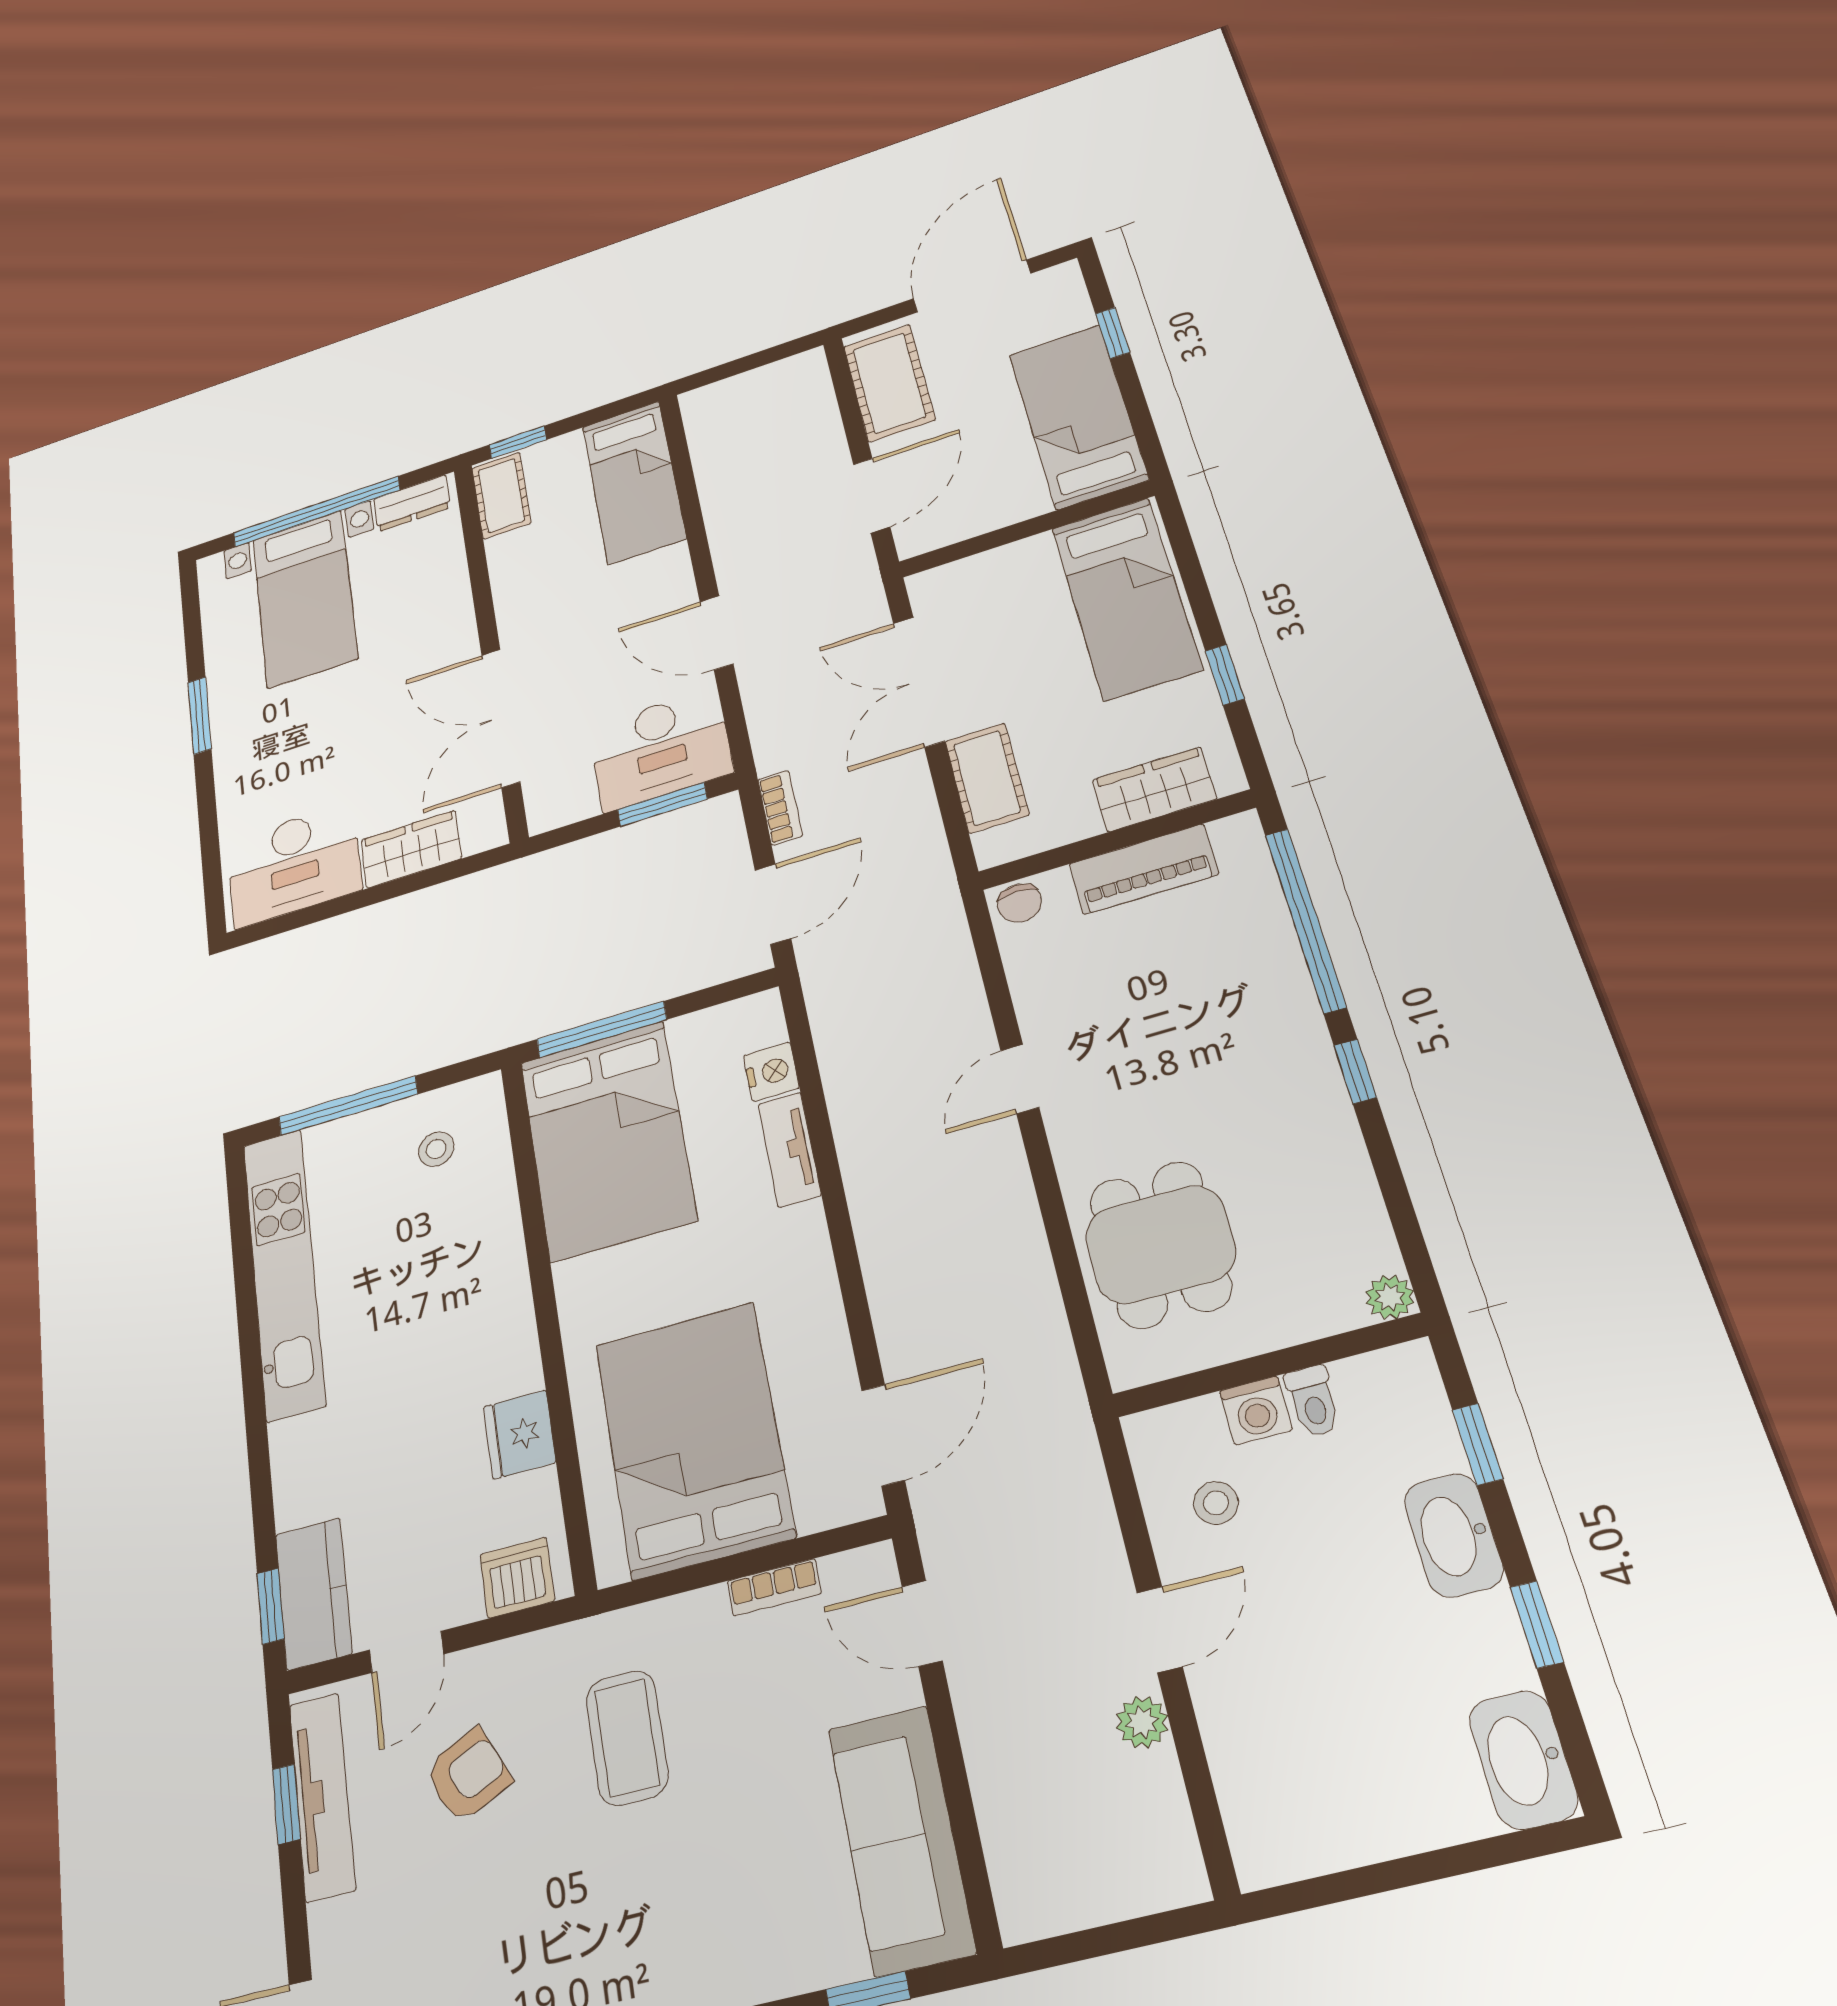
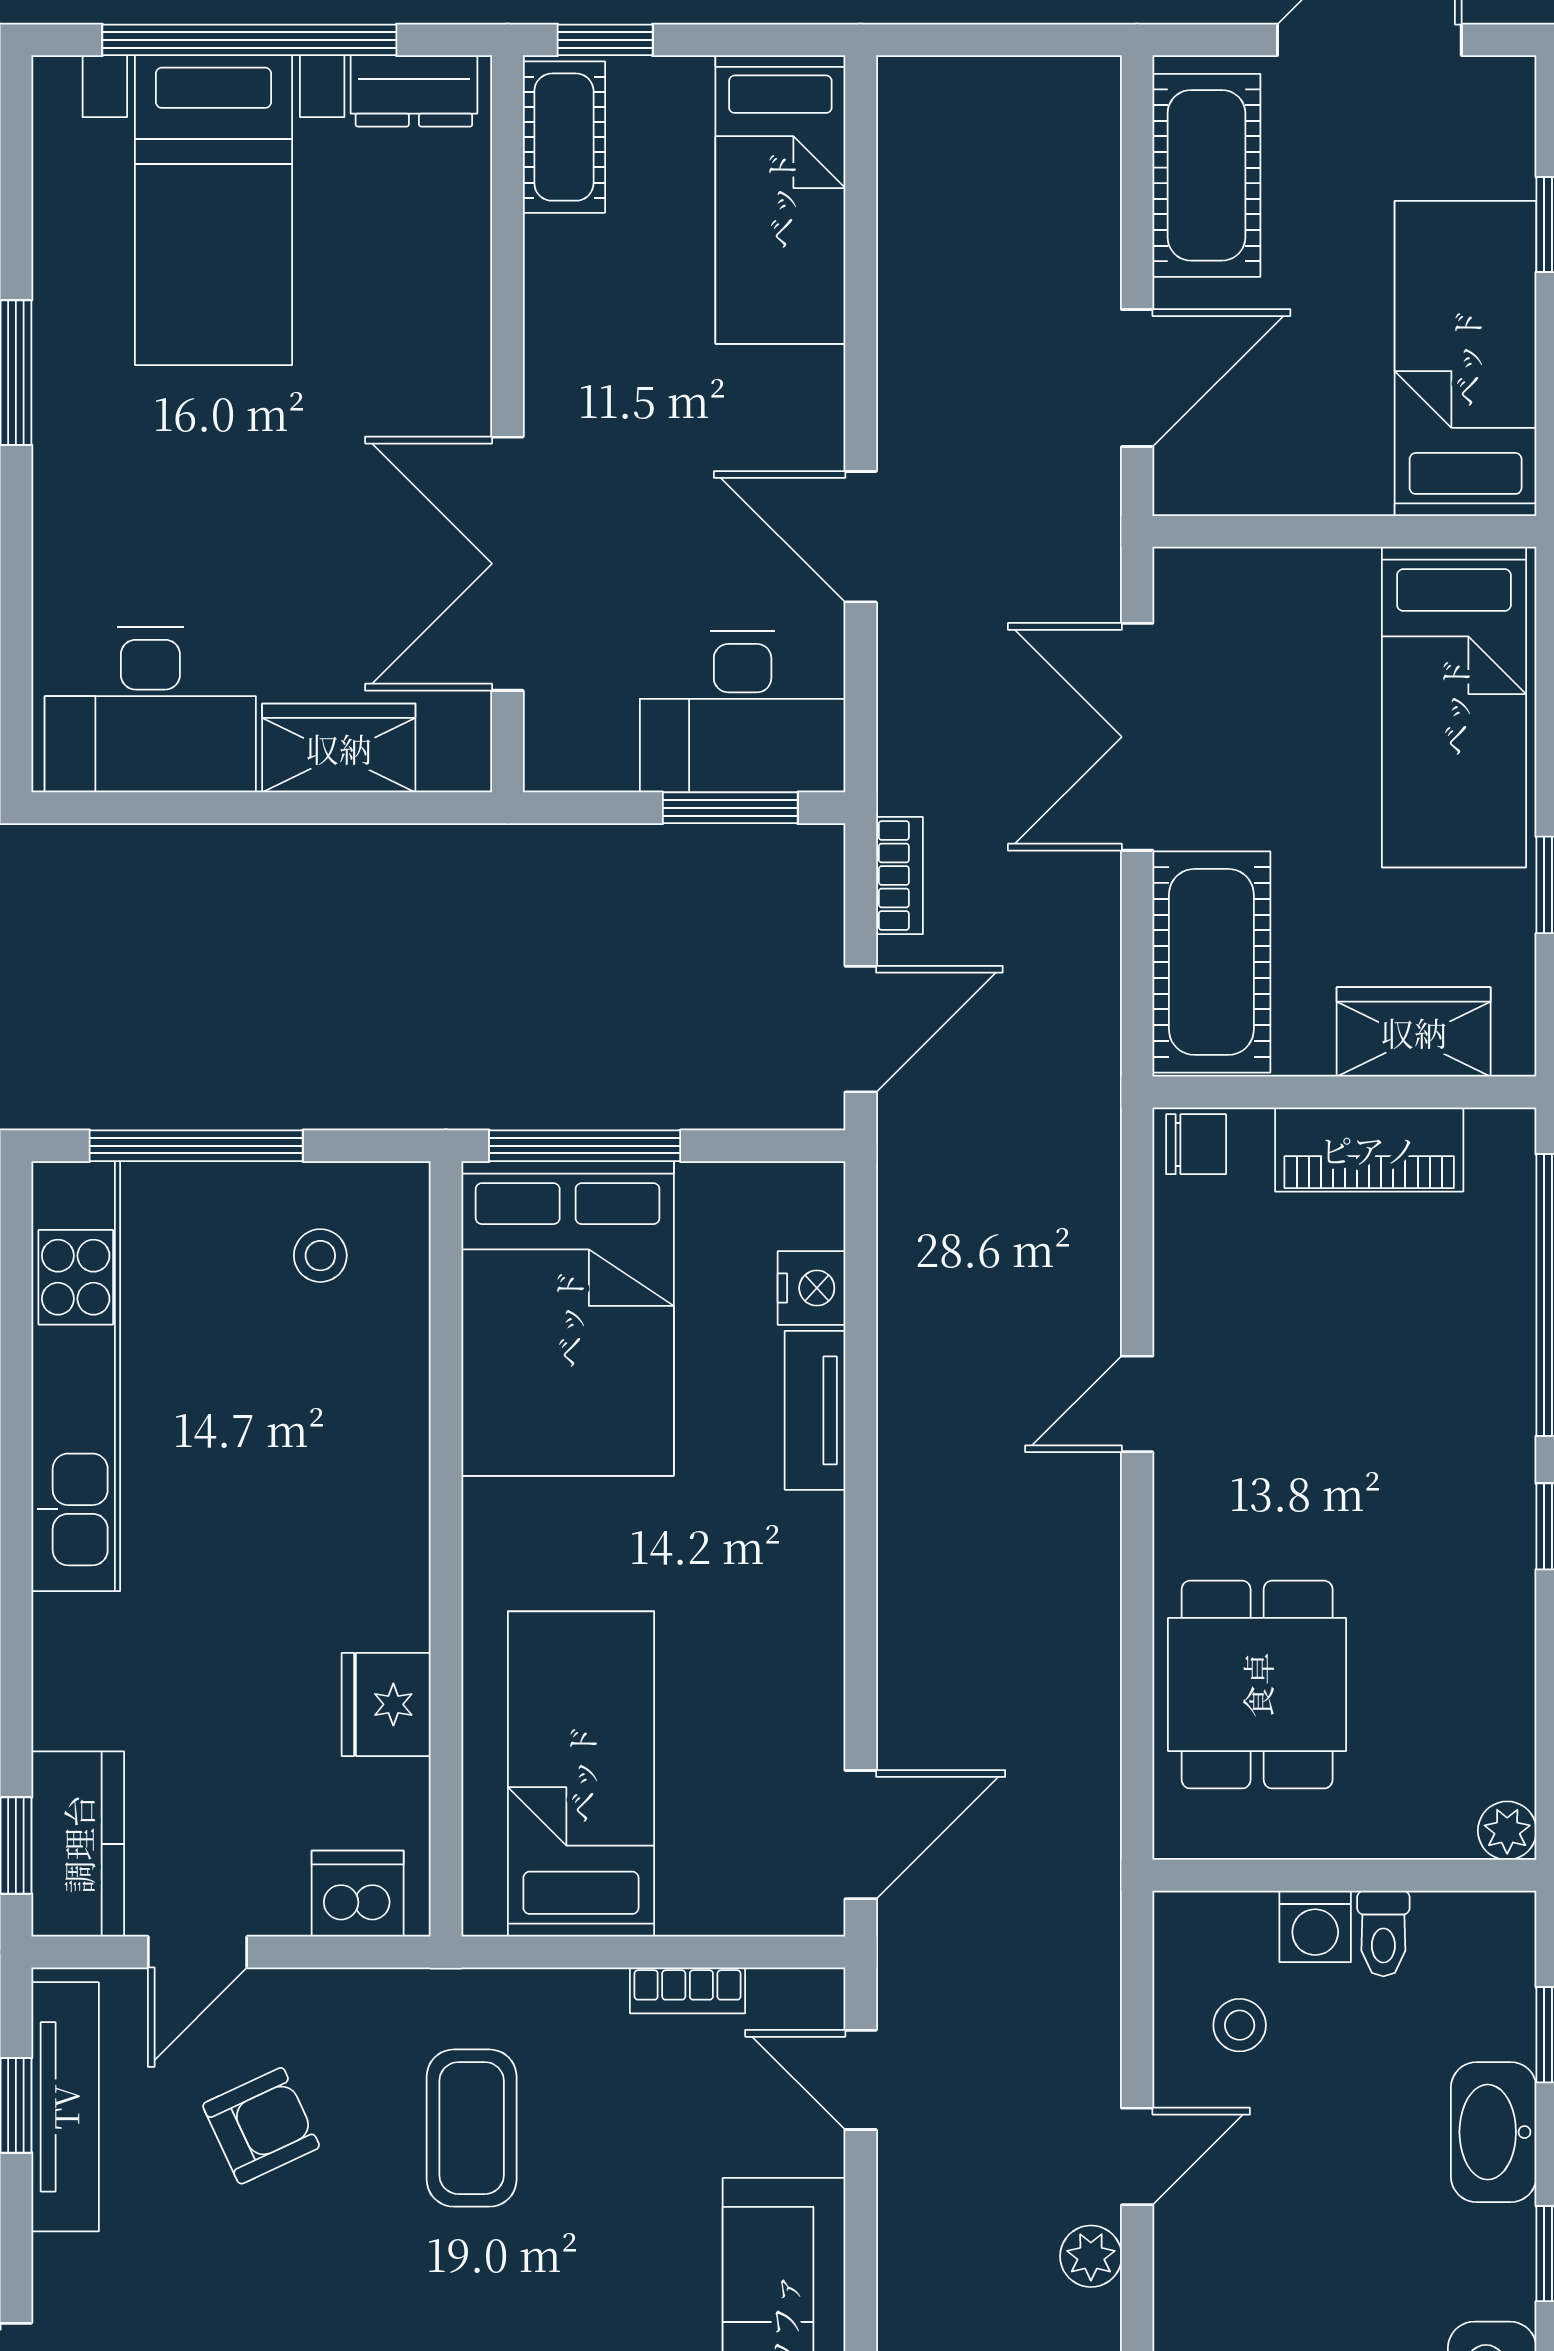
cot: (987, 778) -> (1211, 962), width x1.37, depth x1.34
chair: (1020, 903) -> (1196, 1144), turned -90
bed: (694, 1439) -> (581, 1774), width x0.67

